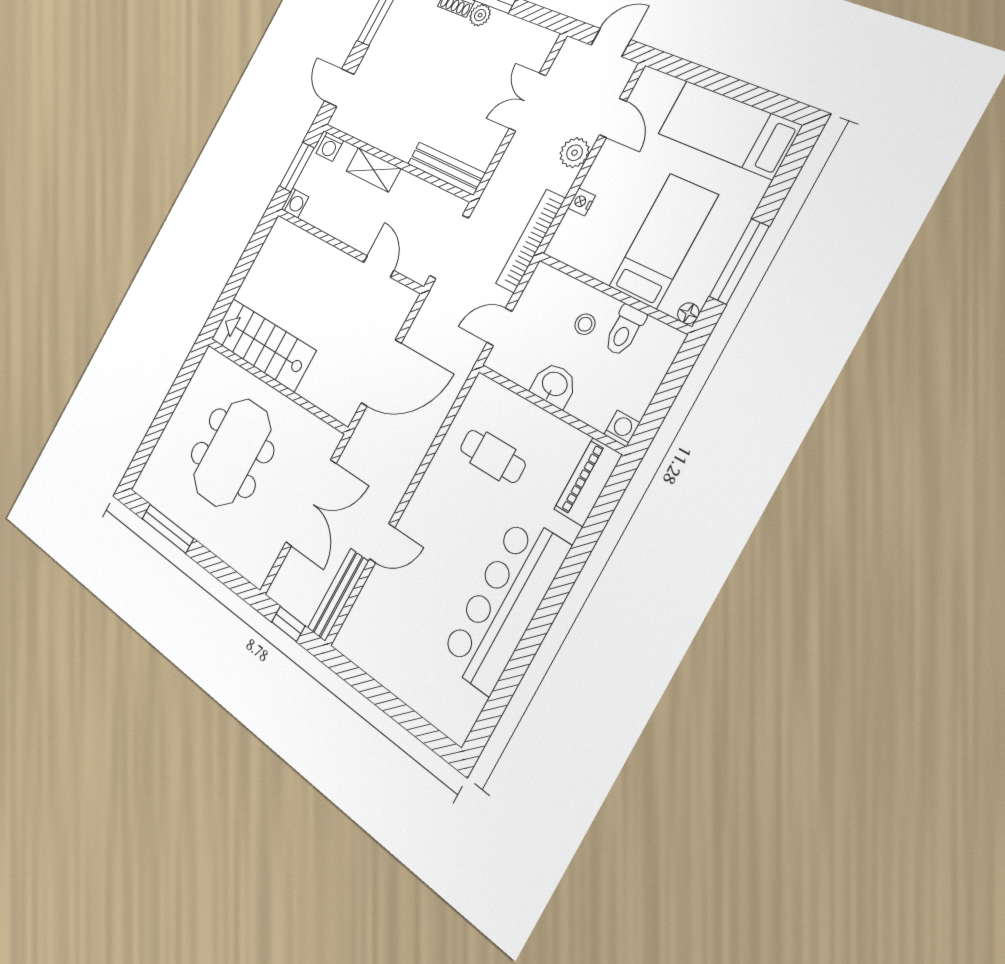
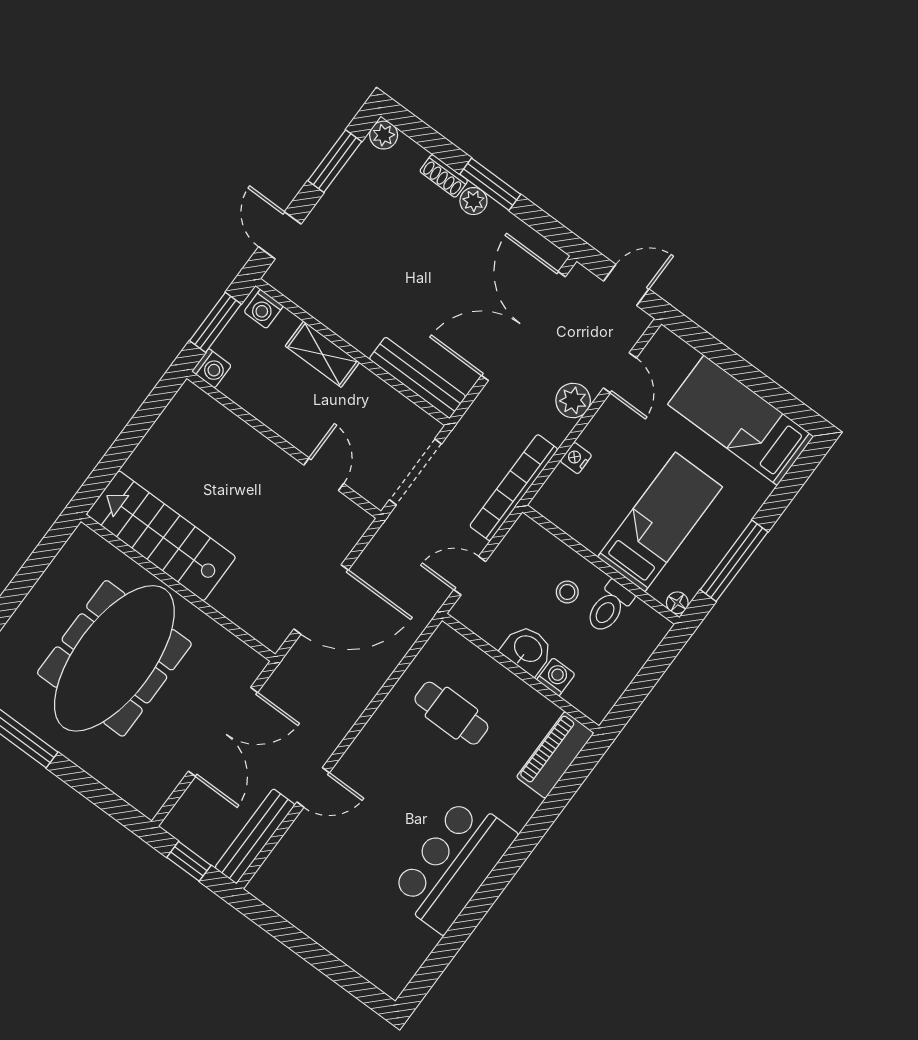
double door: (527, 102) -> (523, 326), width x1.87
washing machine: (622, 429) -> (556, 677), moved
meeting table: (232, 453) -> (114, 658), width x1.36
bar counter: (504, 603) -> (453, 864), width x0.73

